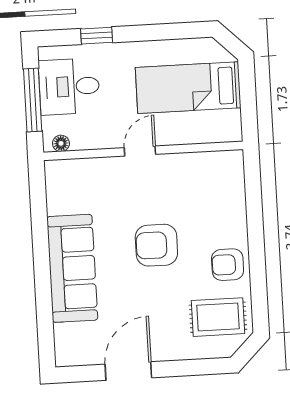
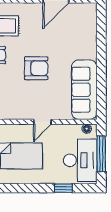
desk: (69, 87) -> (80, 160), width x1.37
sofa: (72, 268) -> (84, 90), moved

